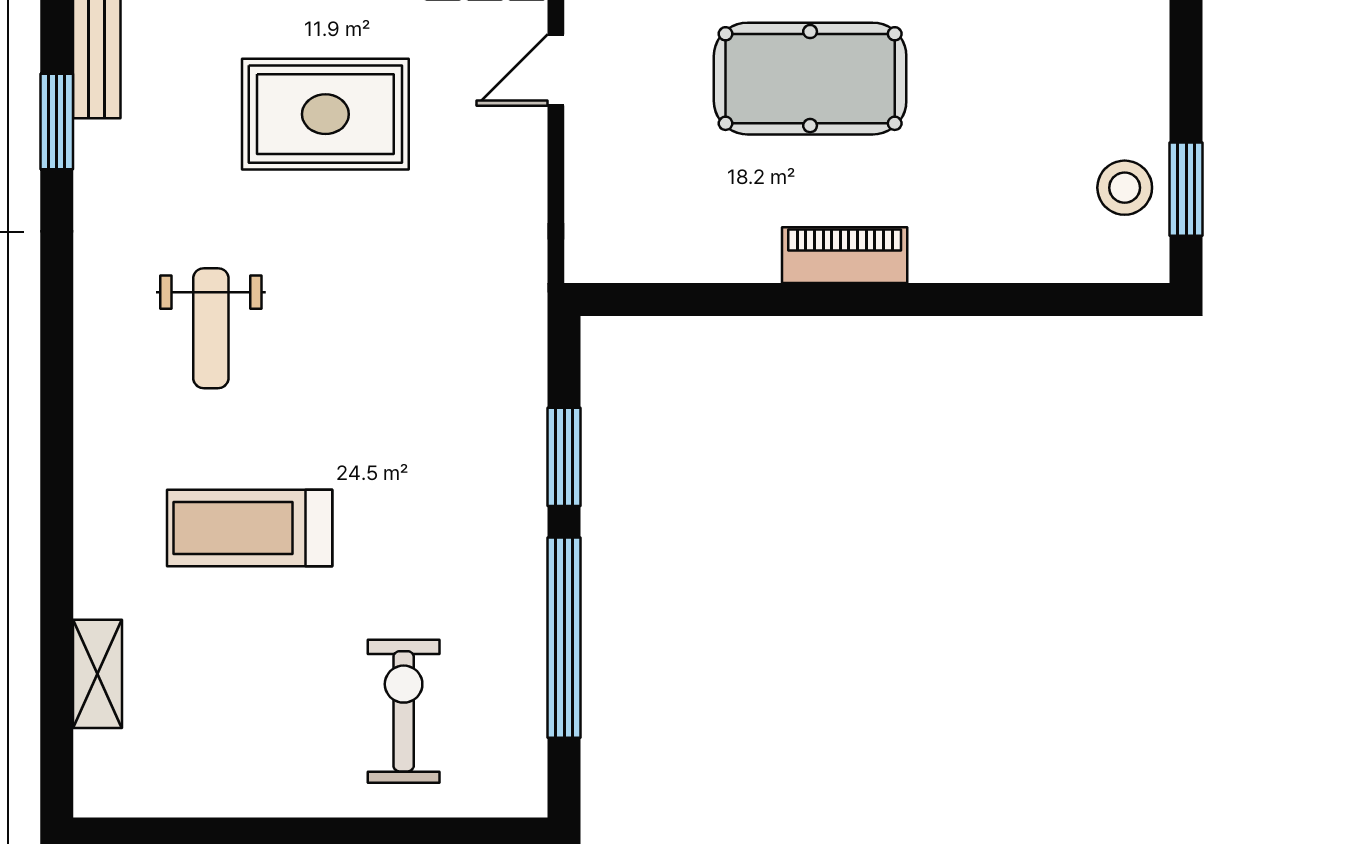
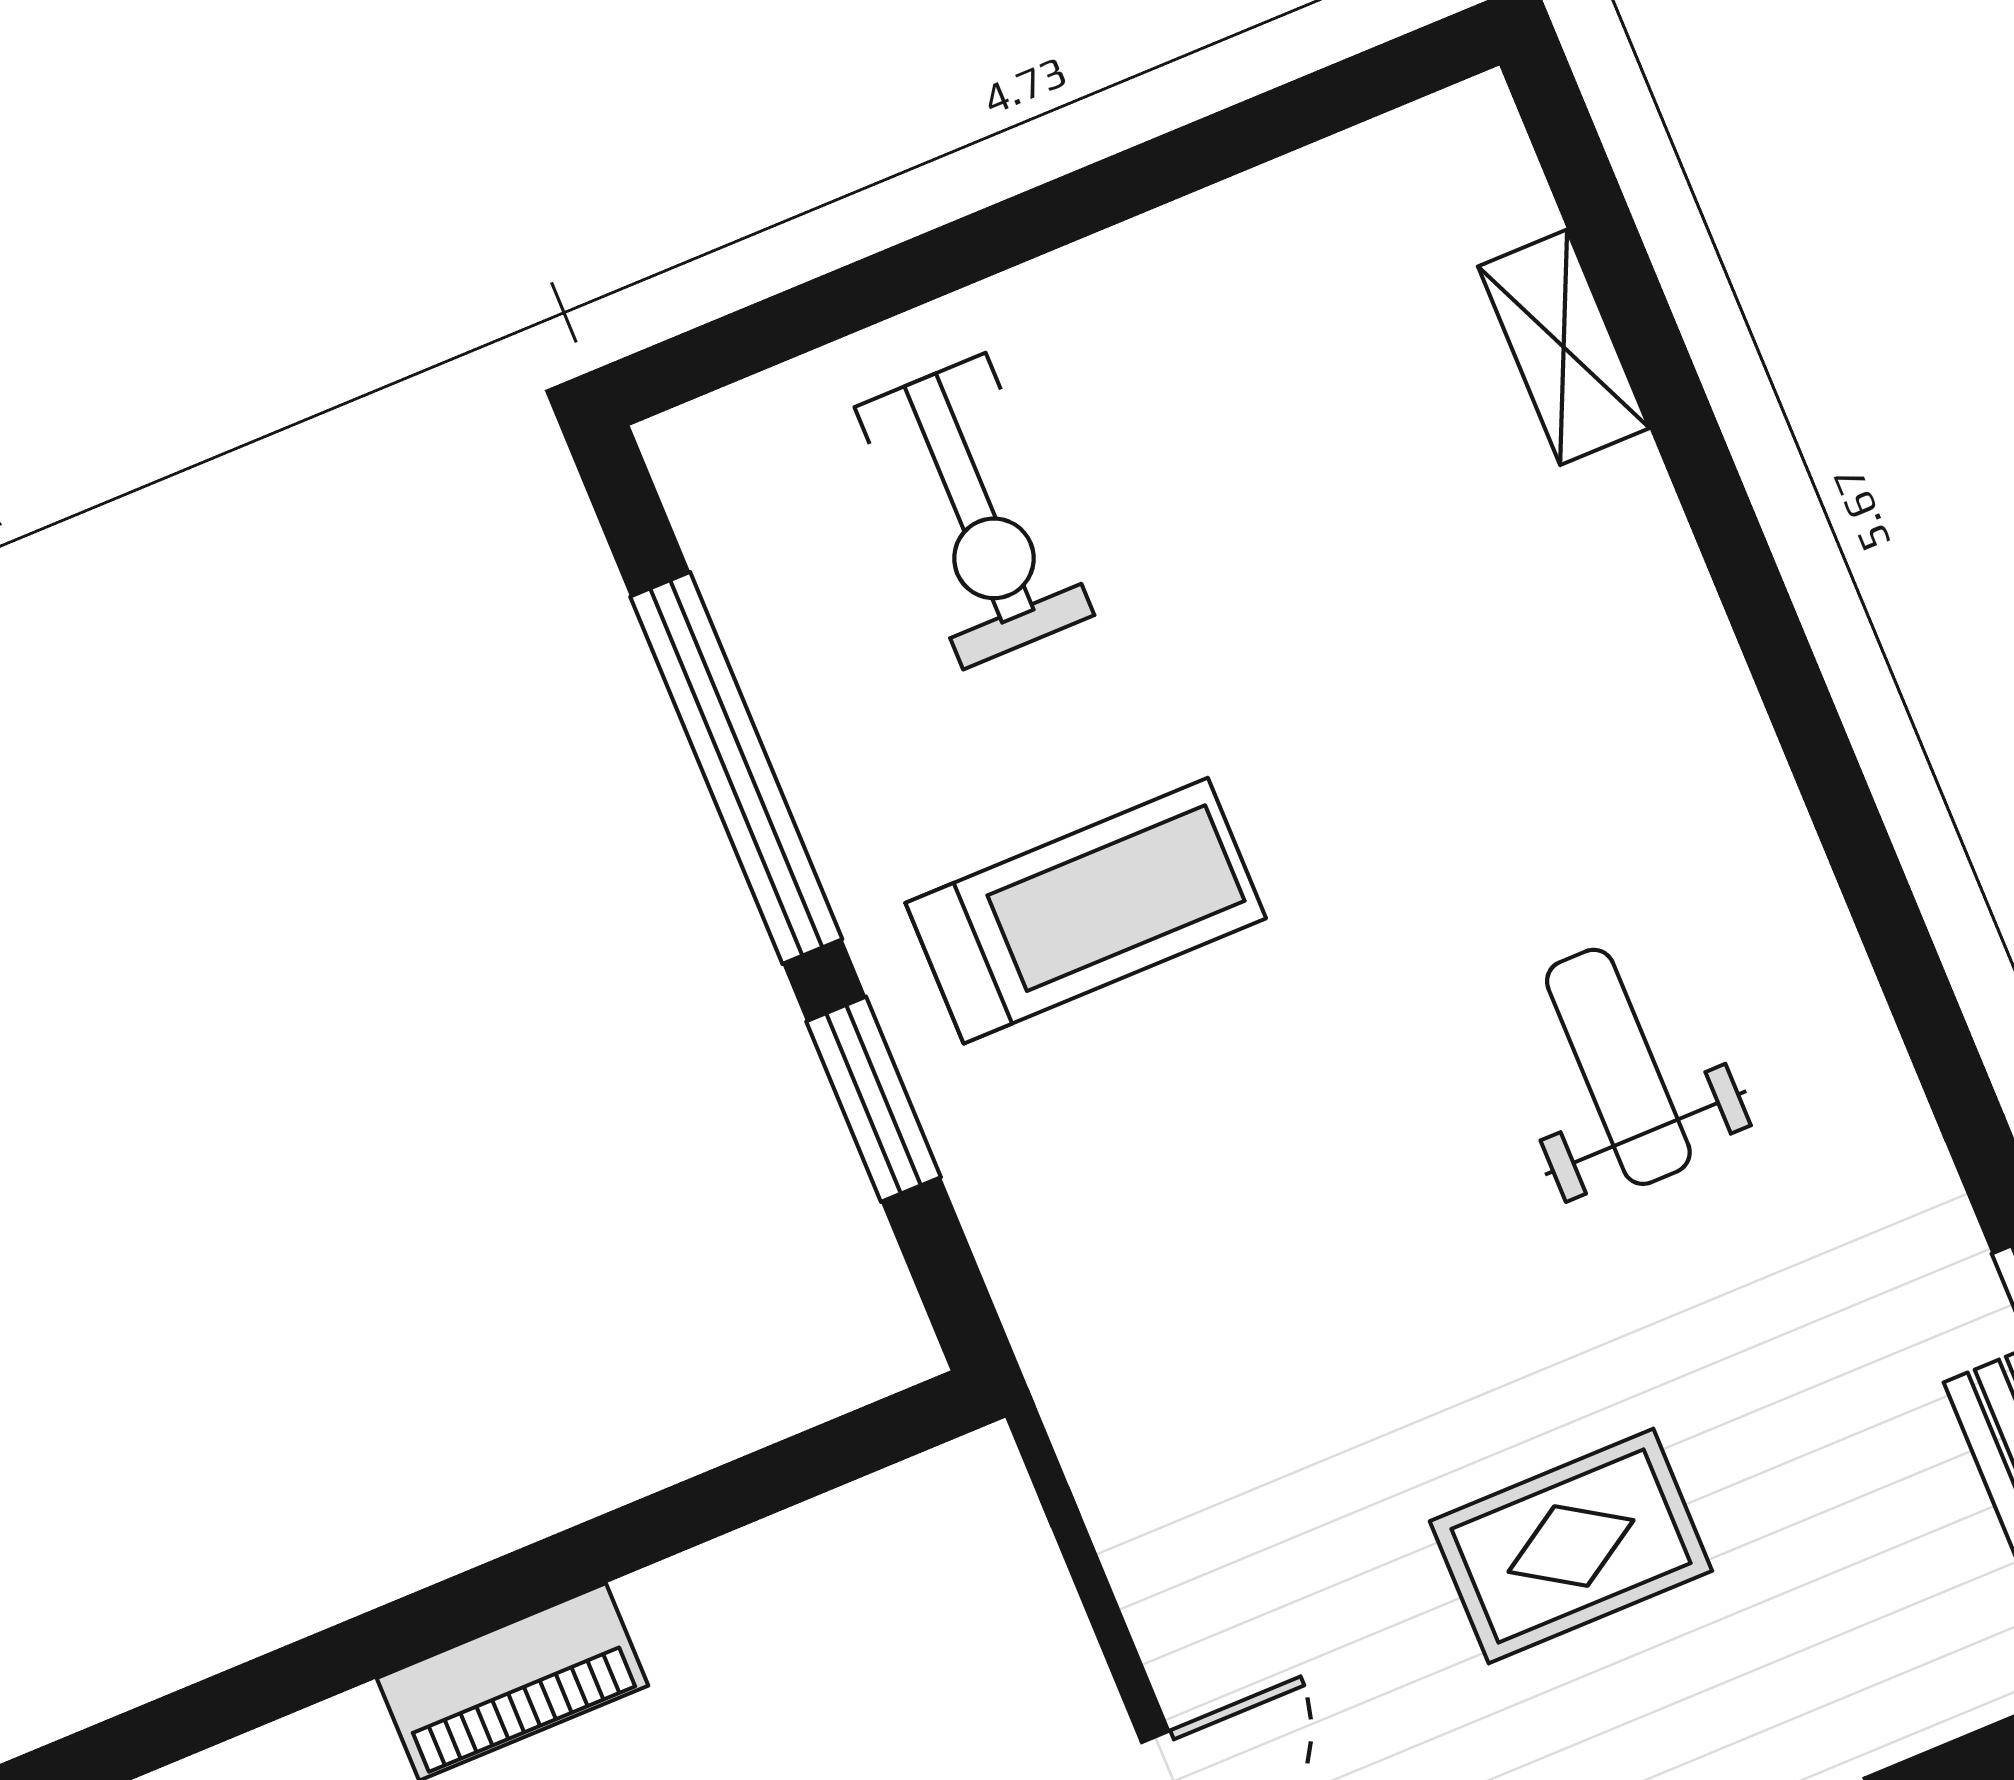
rug: (325, 114) -> (1571, 1546), width x0.73, depth x0.70
treadmill: (250, 528) -> (1086, 911), moved

